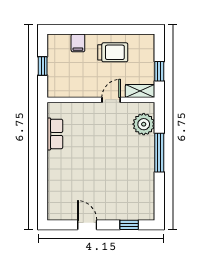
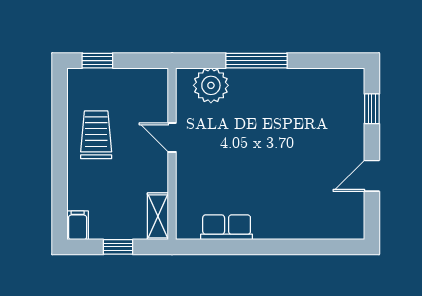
filing cabinet: (78, 43) -> (78, 225), moved, turned -90
window: (159, 71) -> (97, 61), moved
shelving: (140, 91) -> (158, 216), moved

